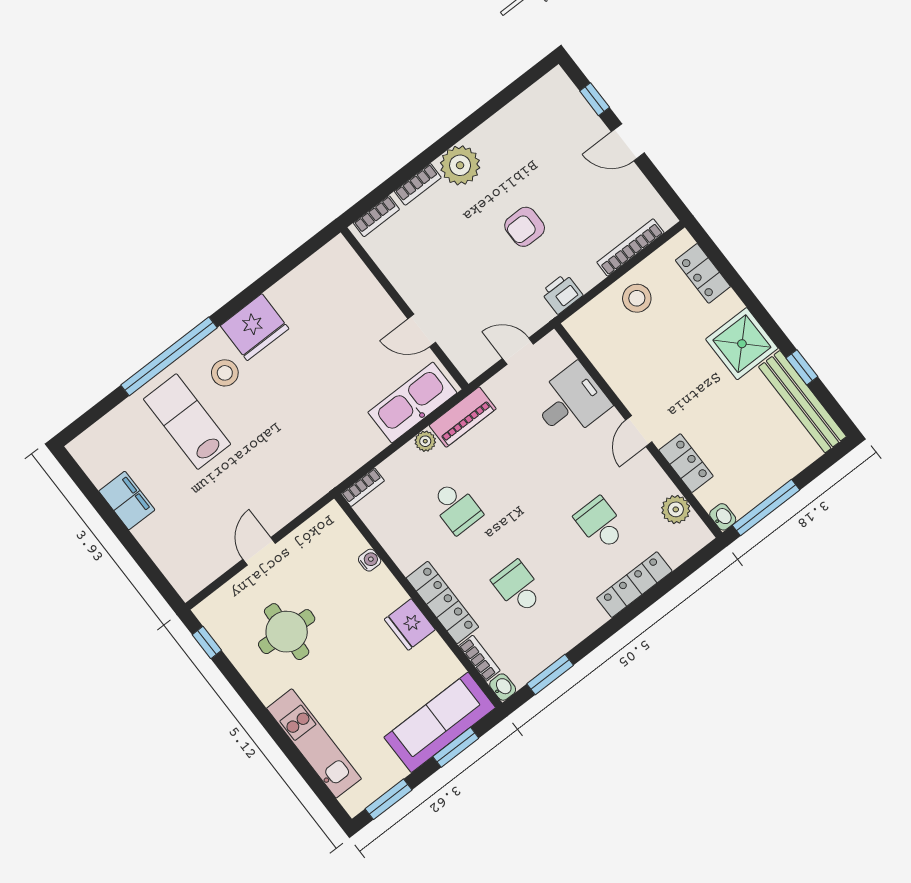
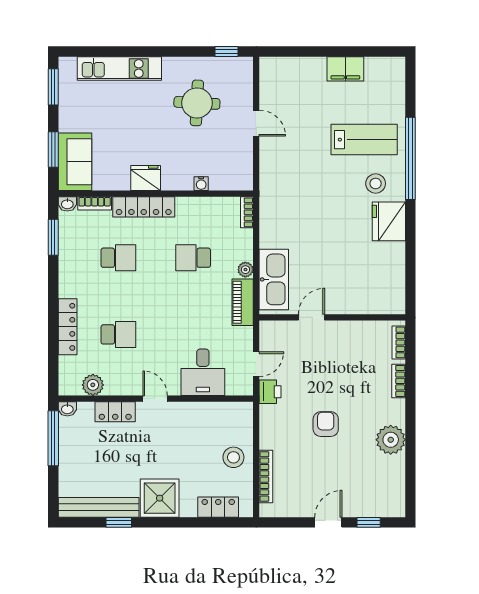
plant: (460, 165) -> (391, 440), moved
printer: (562, 294) -> (270, 392), moved
sofa: (440, 722) -> (75, 162), width x0.73

